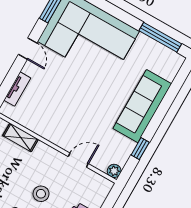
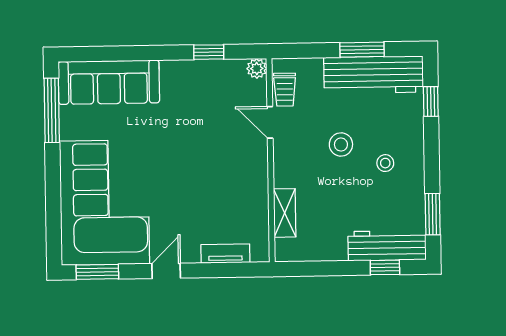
sofa: (142, 106) -> (109, 82), moved
trolley: (92, 180) -> (285, 90), added

